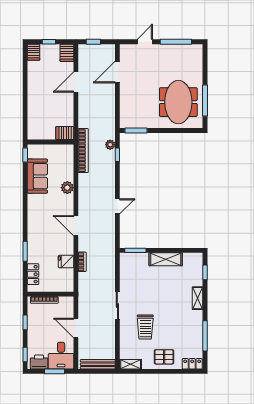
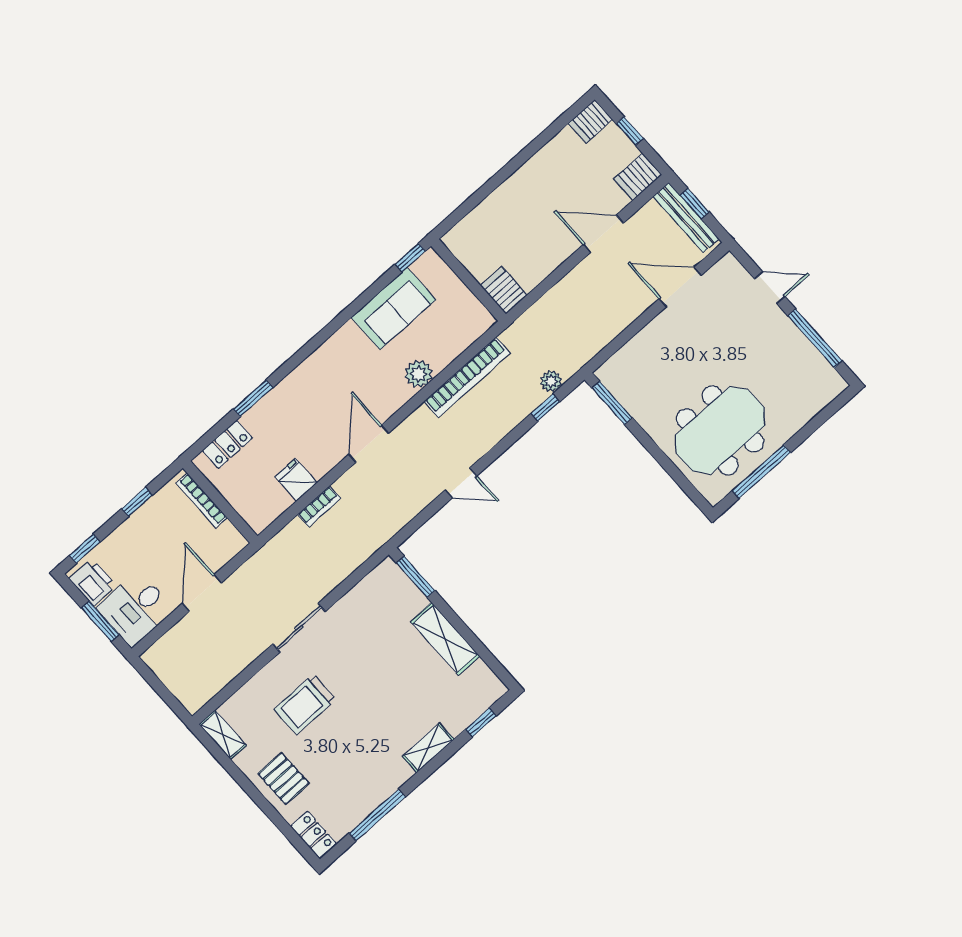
bookcase: (83, 151) -> (467, 377), moved
bench: (98, 364) -> (686, 217), moved

